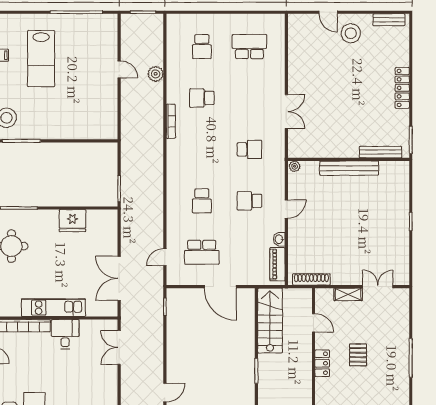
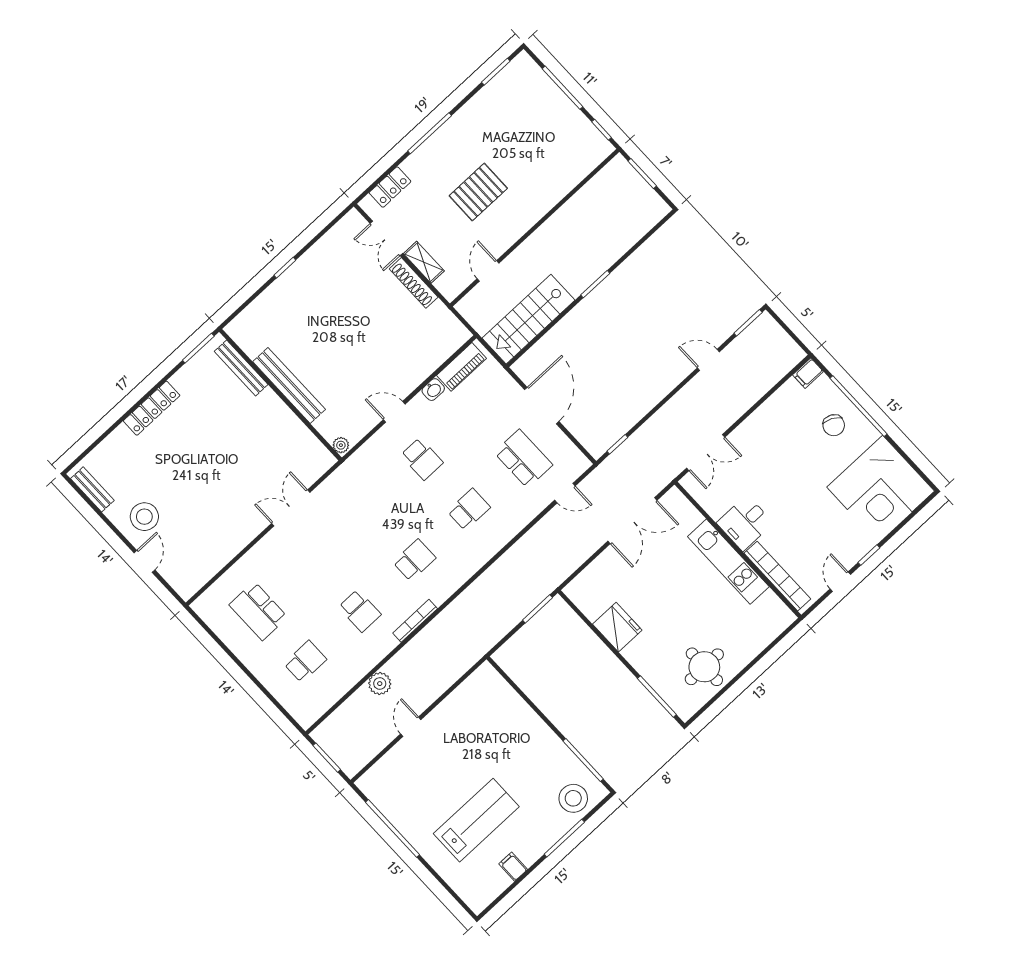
school desk: (249, 149) -> (414, 560), moved, turned 90
shoe rack: (311, 279) -> (414, 283), moved
pallet: (358, 355) -> (478, 192), width x1.50, depth x1.42
locker: (322, 363) -> (390, 187), moved, turned 180

